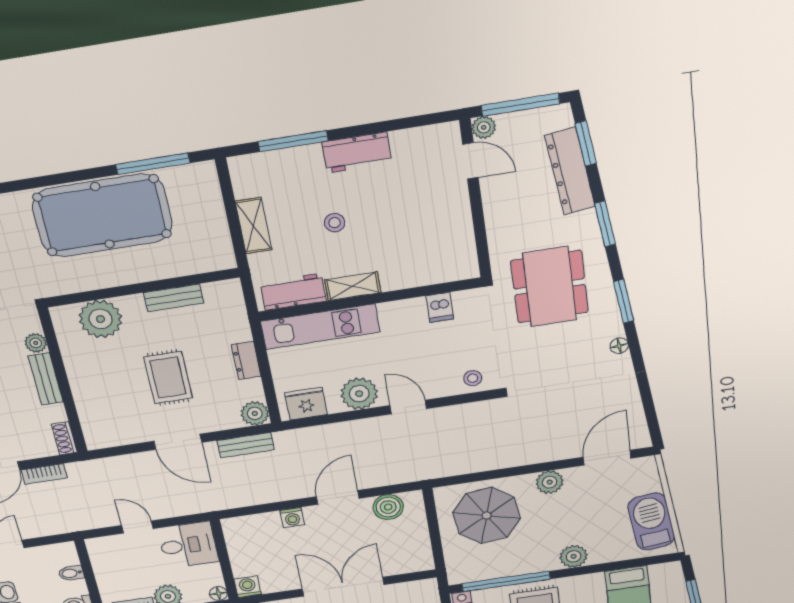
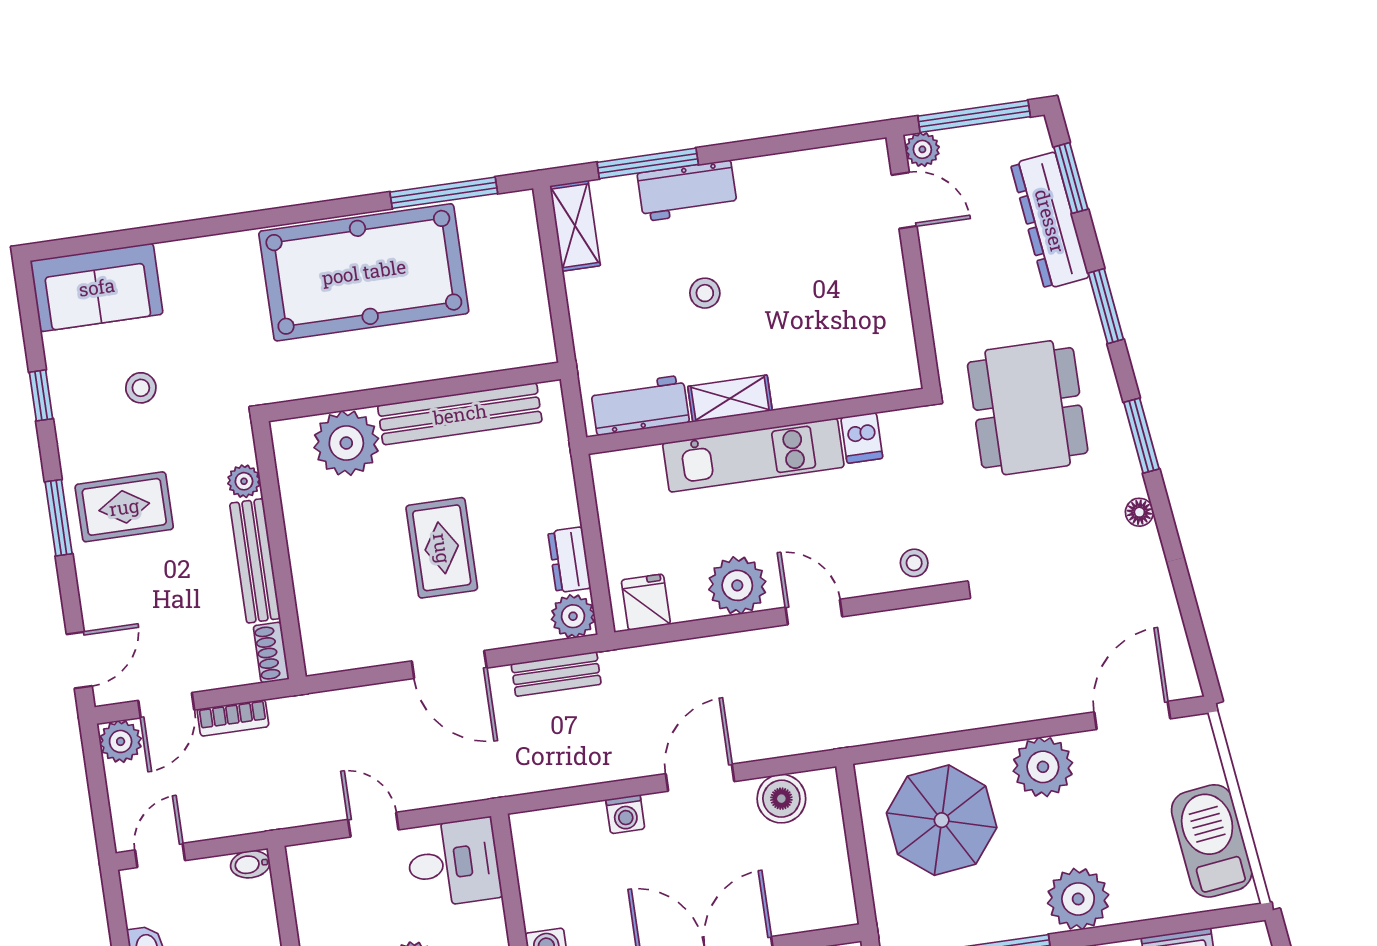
workbench: (357, 152) -> (687, 191), moved
shelving: (253, 226) -> (575, 226), moved
bench: (174, 298) -> (460, 414), width x1.86, depth x1.21
kitchen unit: (320, 327) -> (753, 455), moved
dresser: (246, 361) -> (569, 560), moved
bench: (46, 379) -> (255, 561), width x1.36
fridge: (306, 404) -> (646, 602), width x0.72
plant: (550, 482) -> (1043, 767), width x1.36, depth x1.36
plant: (574, 556) -> (1078, 899), width x1.36, depth x1.36
bidet: (71, 573) -> (250, 864), moved

